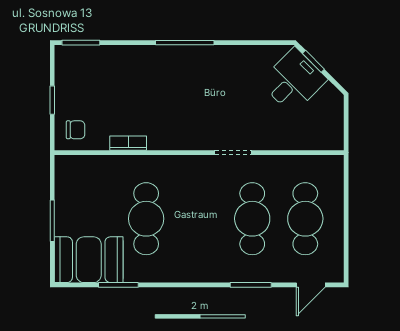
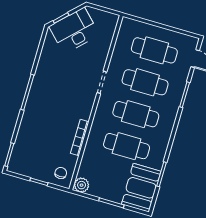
desk: (293, 81) -> (74, 31), width x1.37
bookcase: (128, 143) -> (80, 138), width x1.56
plant: (66, 167) -> (82, 185), added
cafe table: (199, 219) -> (136, 114), added

